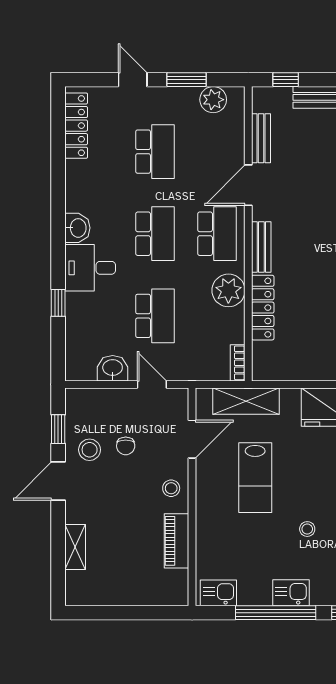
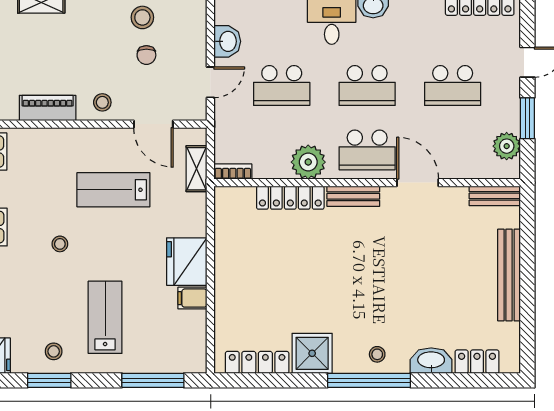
window: (286, 80) -> (527, 221), removed
bench: (261, 138) -> (495, 196), moved
shelving: (246, 401) -> (197, 169), width x0.67, depth x0.75
chair: (126, 446) -> (146, 55), turned -90

